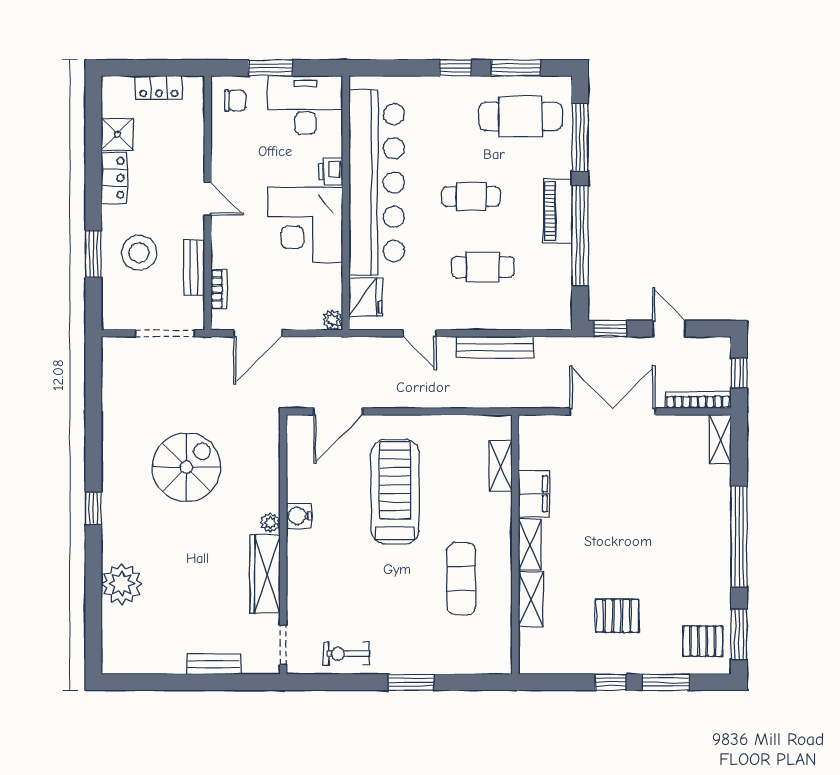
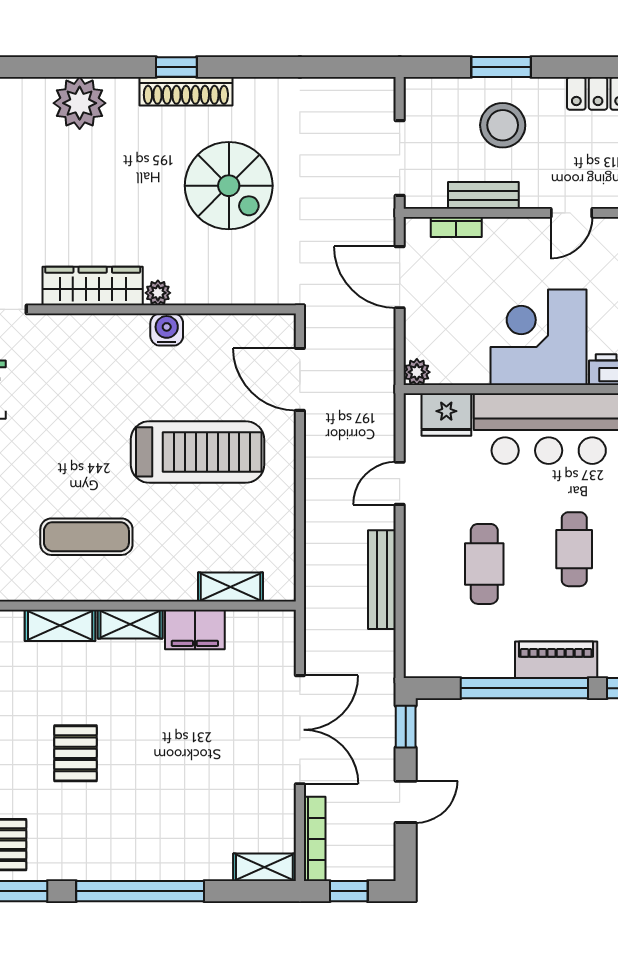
shoe rack: (112, 501) -> (186, 91), added
pallet: (617, 616) -> (75, 753), moved

